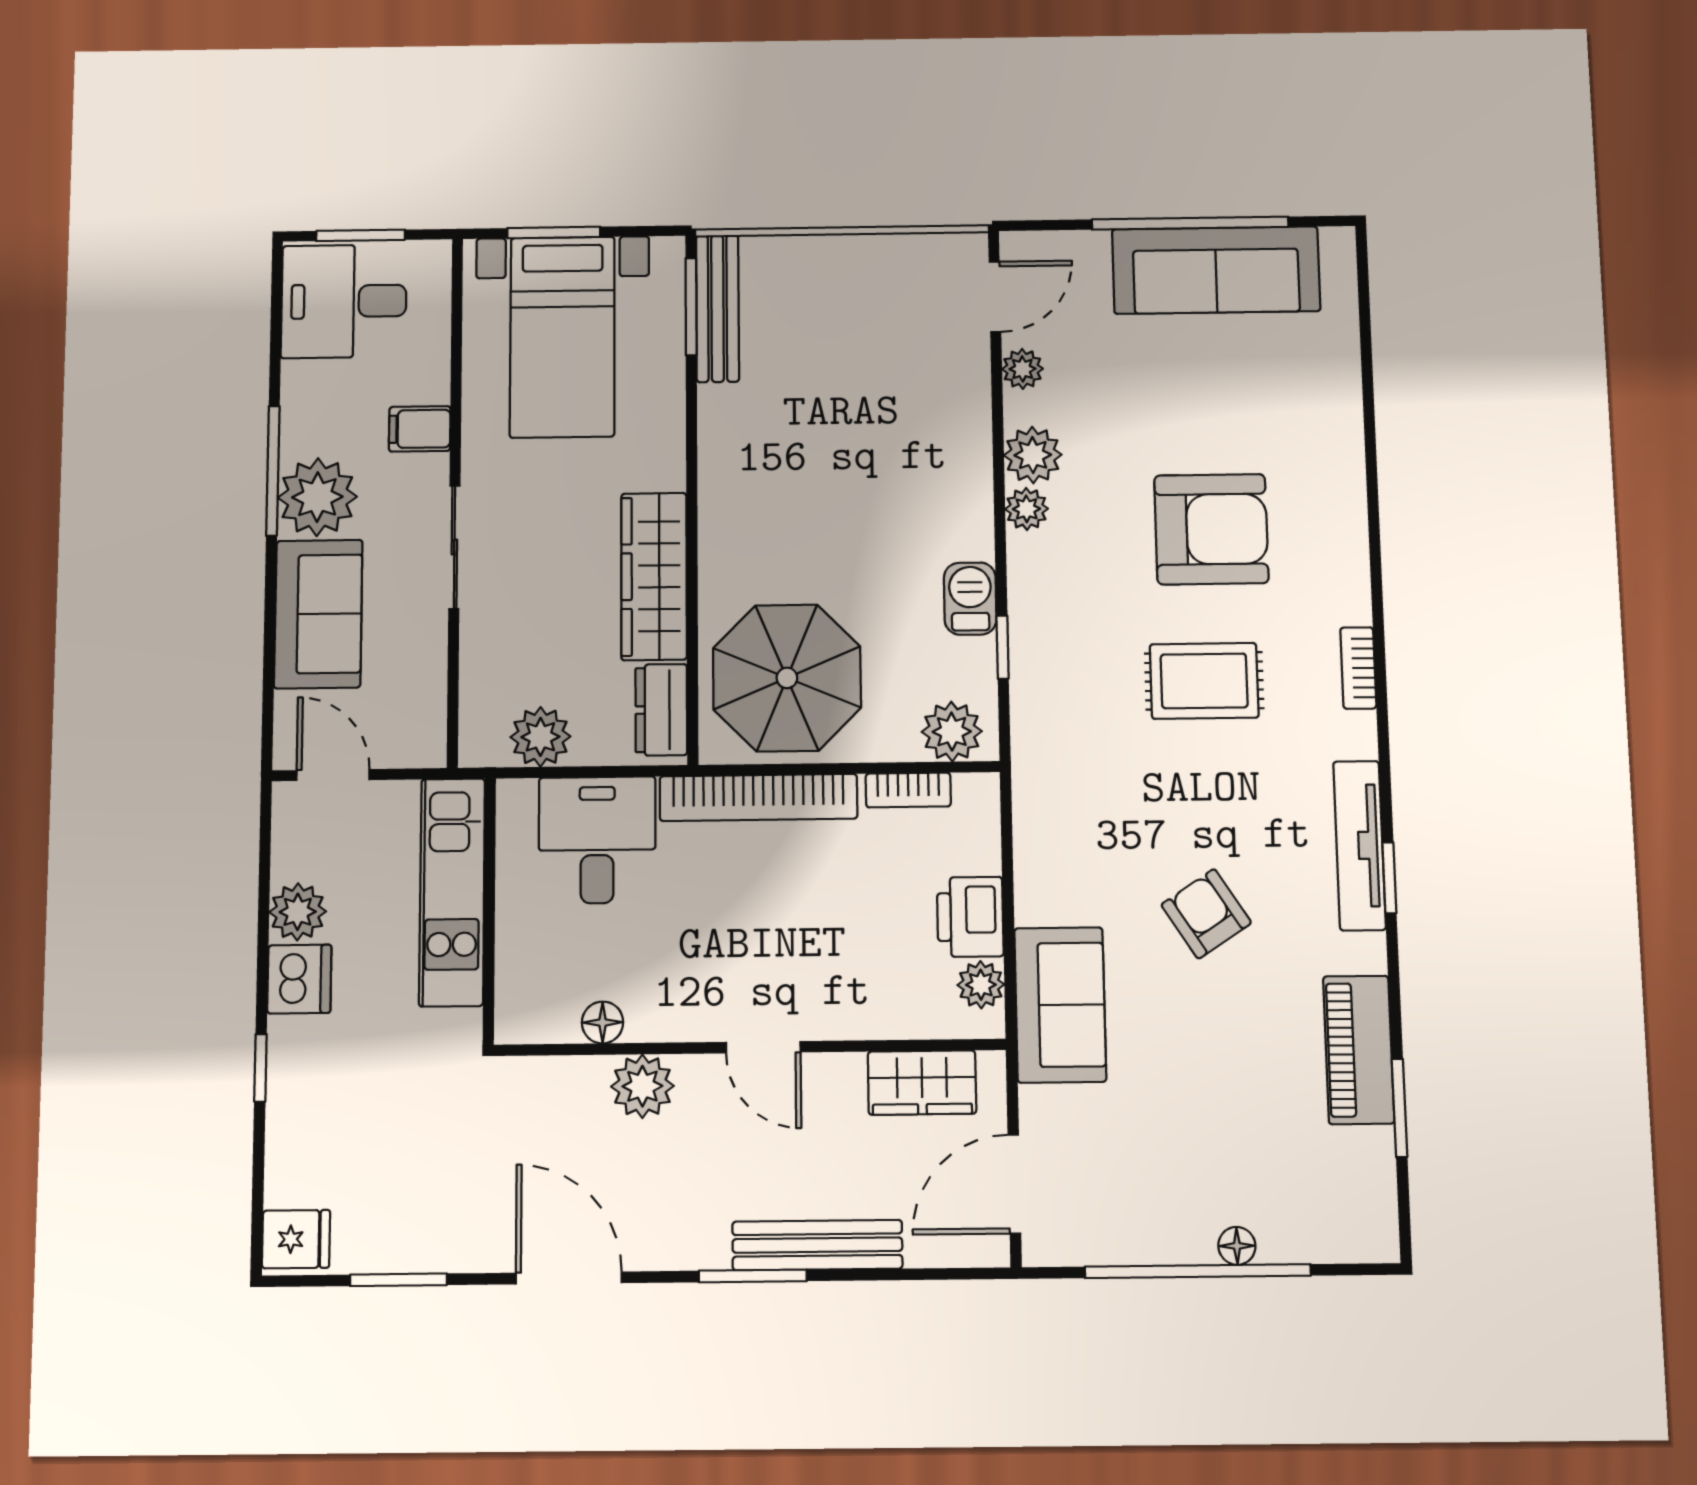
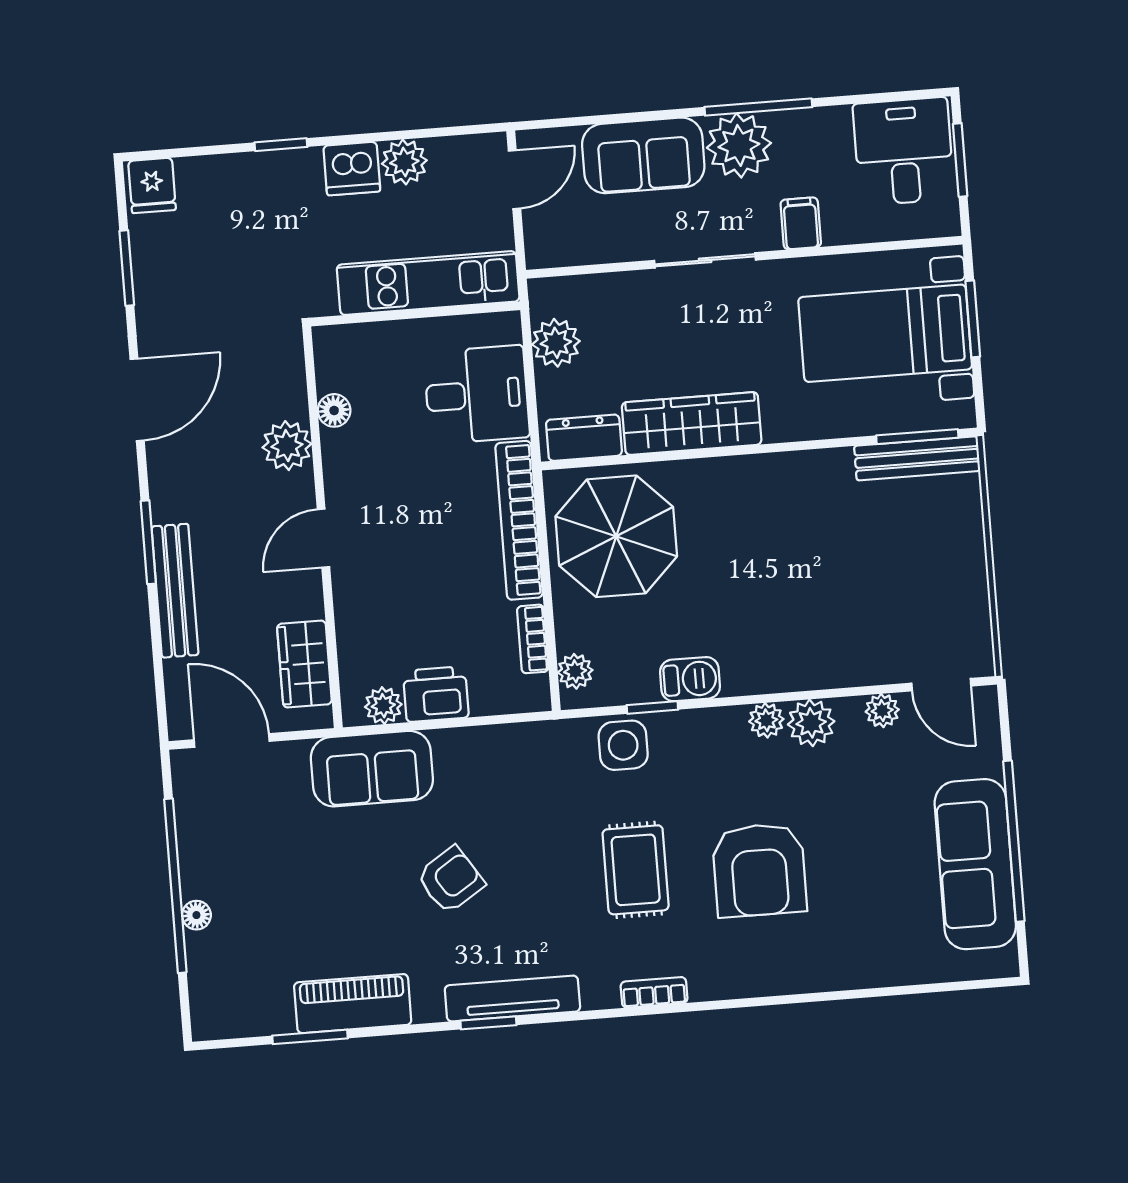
side table: (1048, 686) -> (623, 745), added
plant: (952, 732) -> (575, 671), width x0.73, depth x0.73

